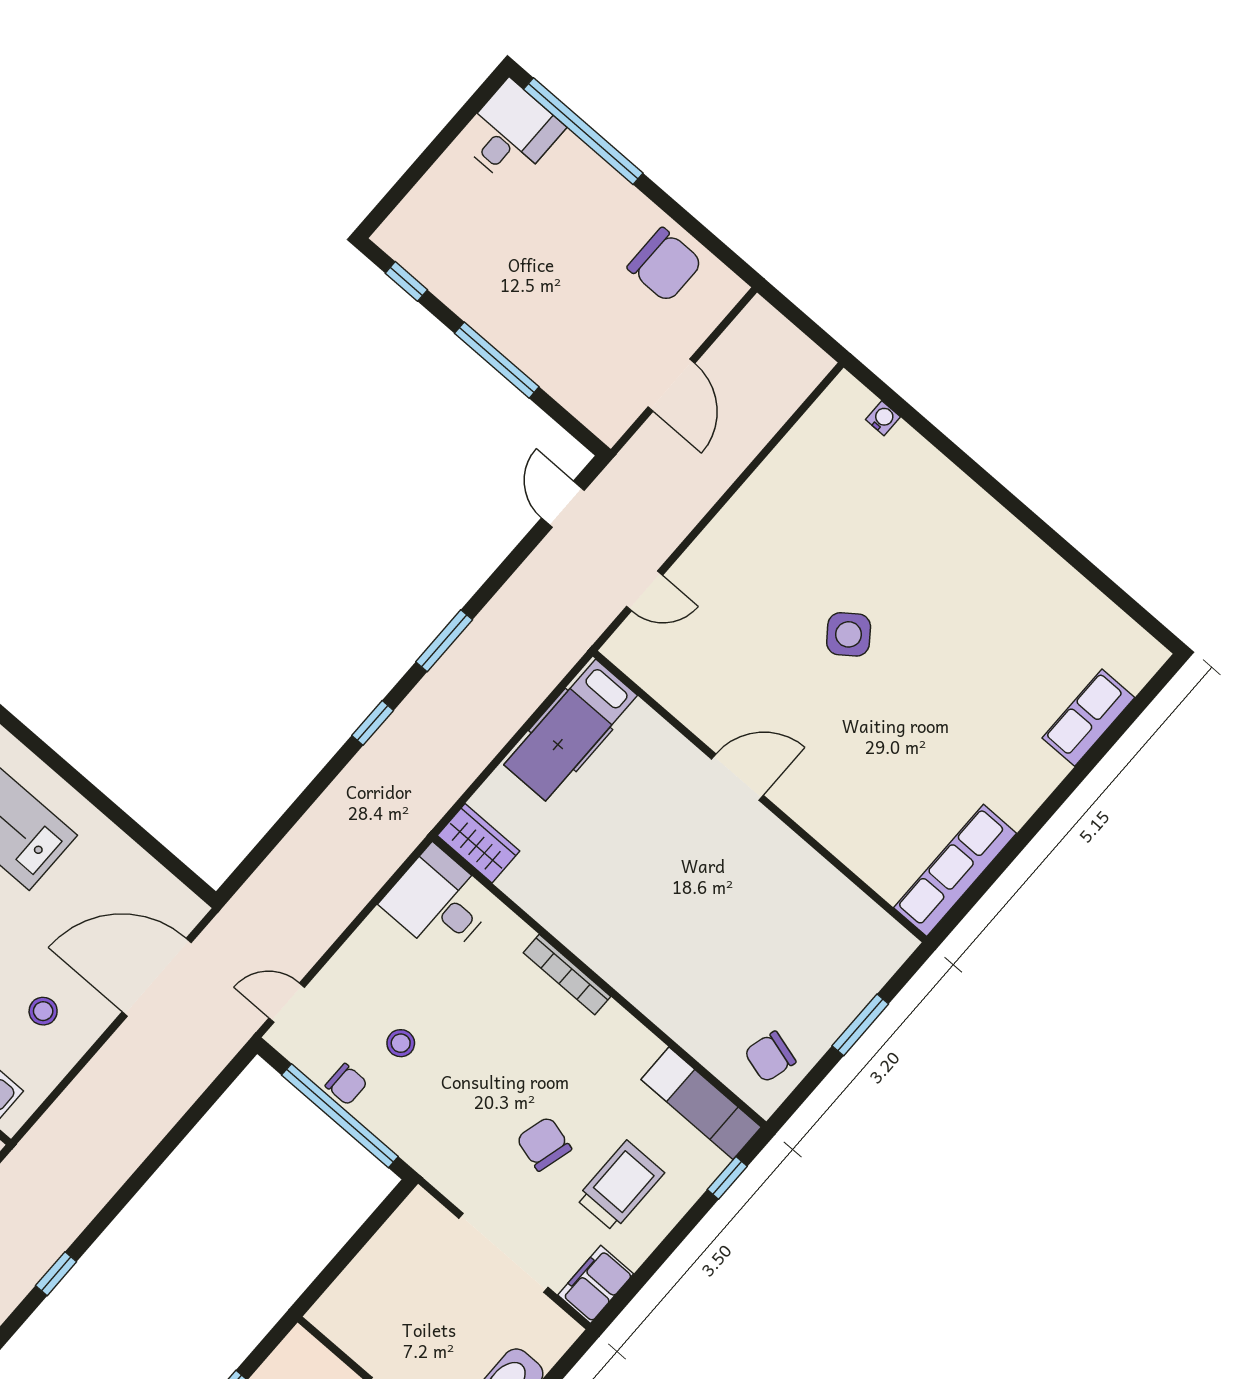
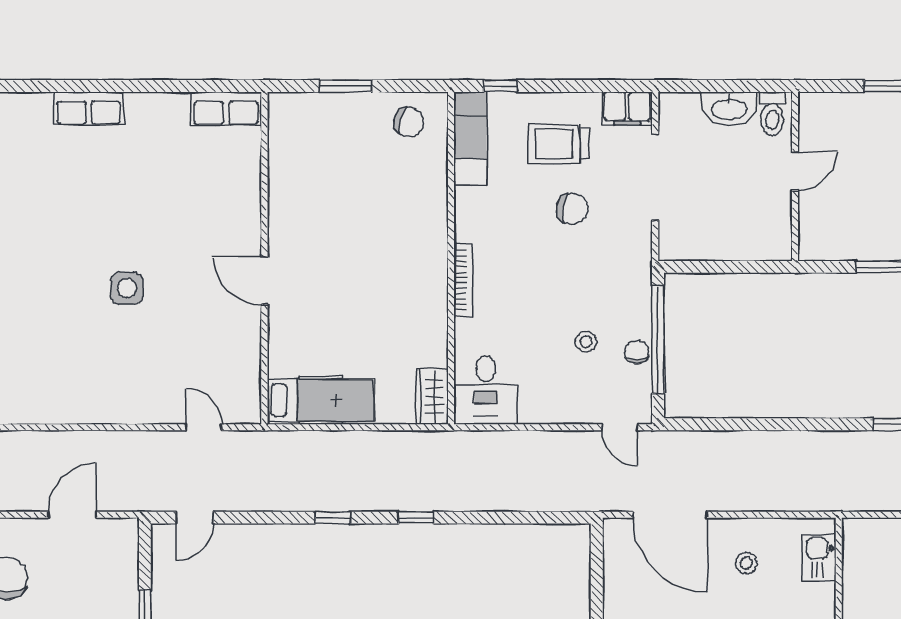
side table: (849, 634) -> (127, 288), turned 37
window: (444, 641) -> (333, 518), width x0.67
row of seats: (1088, 718) -> (89, 109), moved
row of seats: (955, 870) -> (226, 109), width x0.68
chair: (544, 1144) -> (572, 209), turned -96

